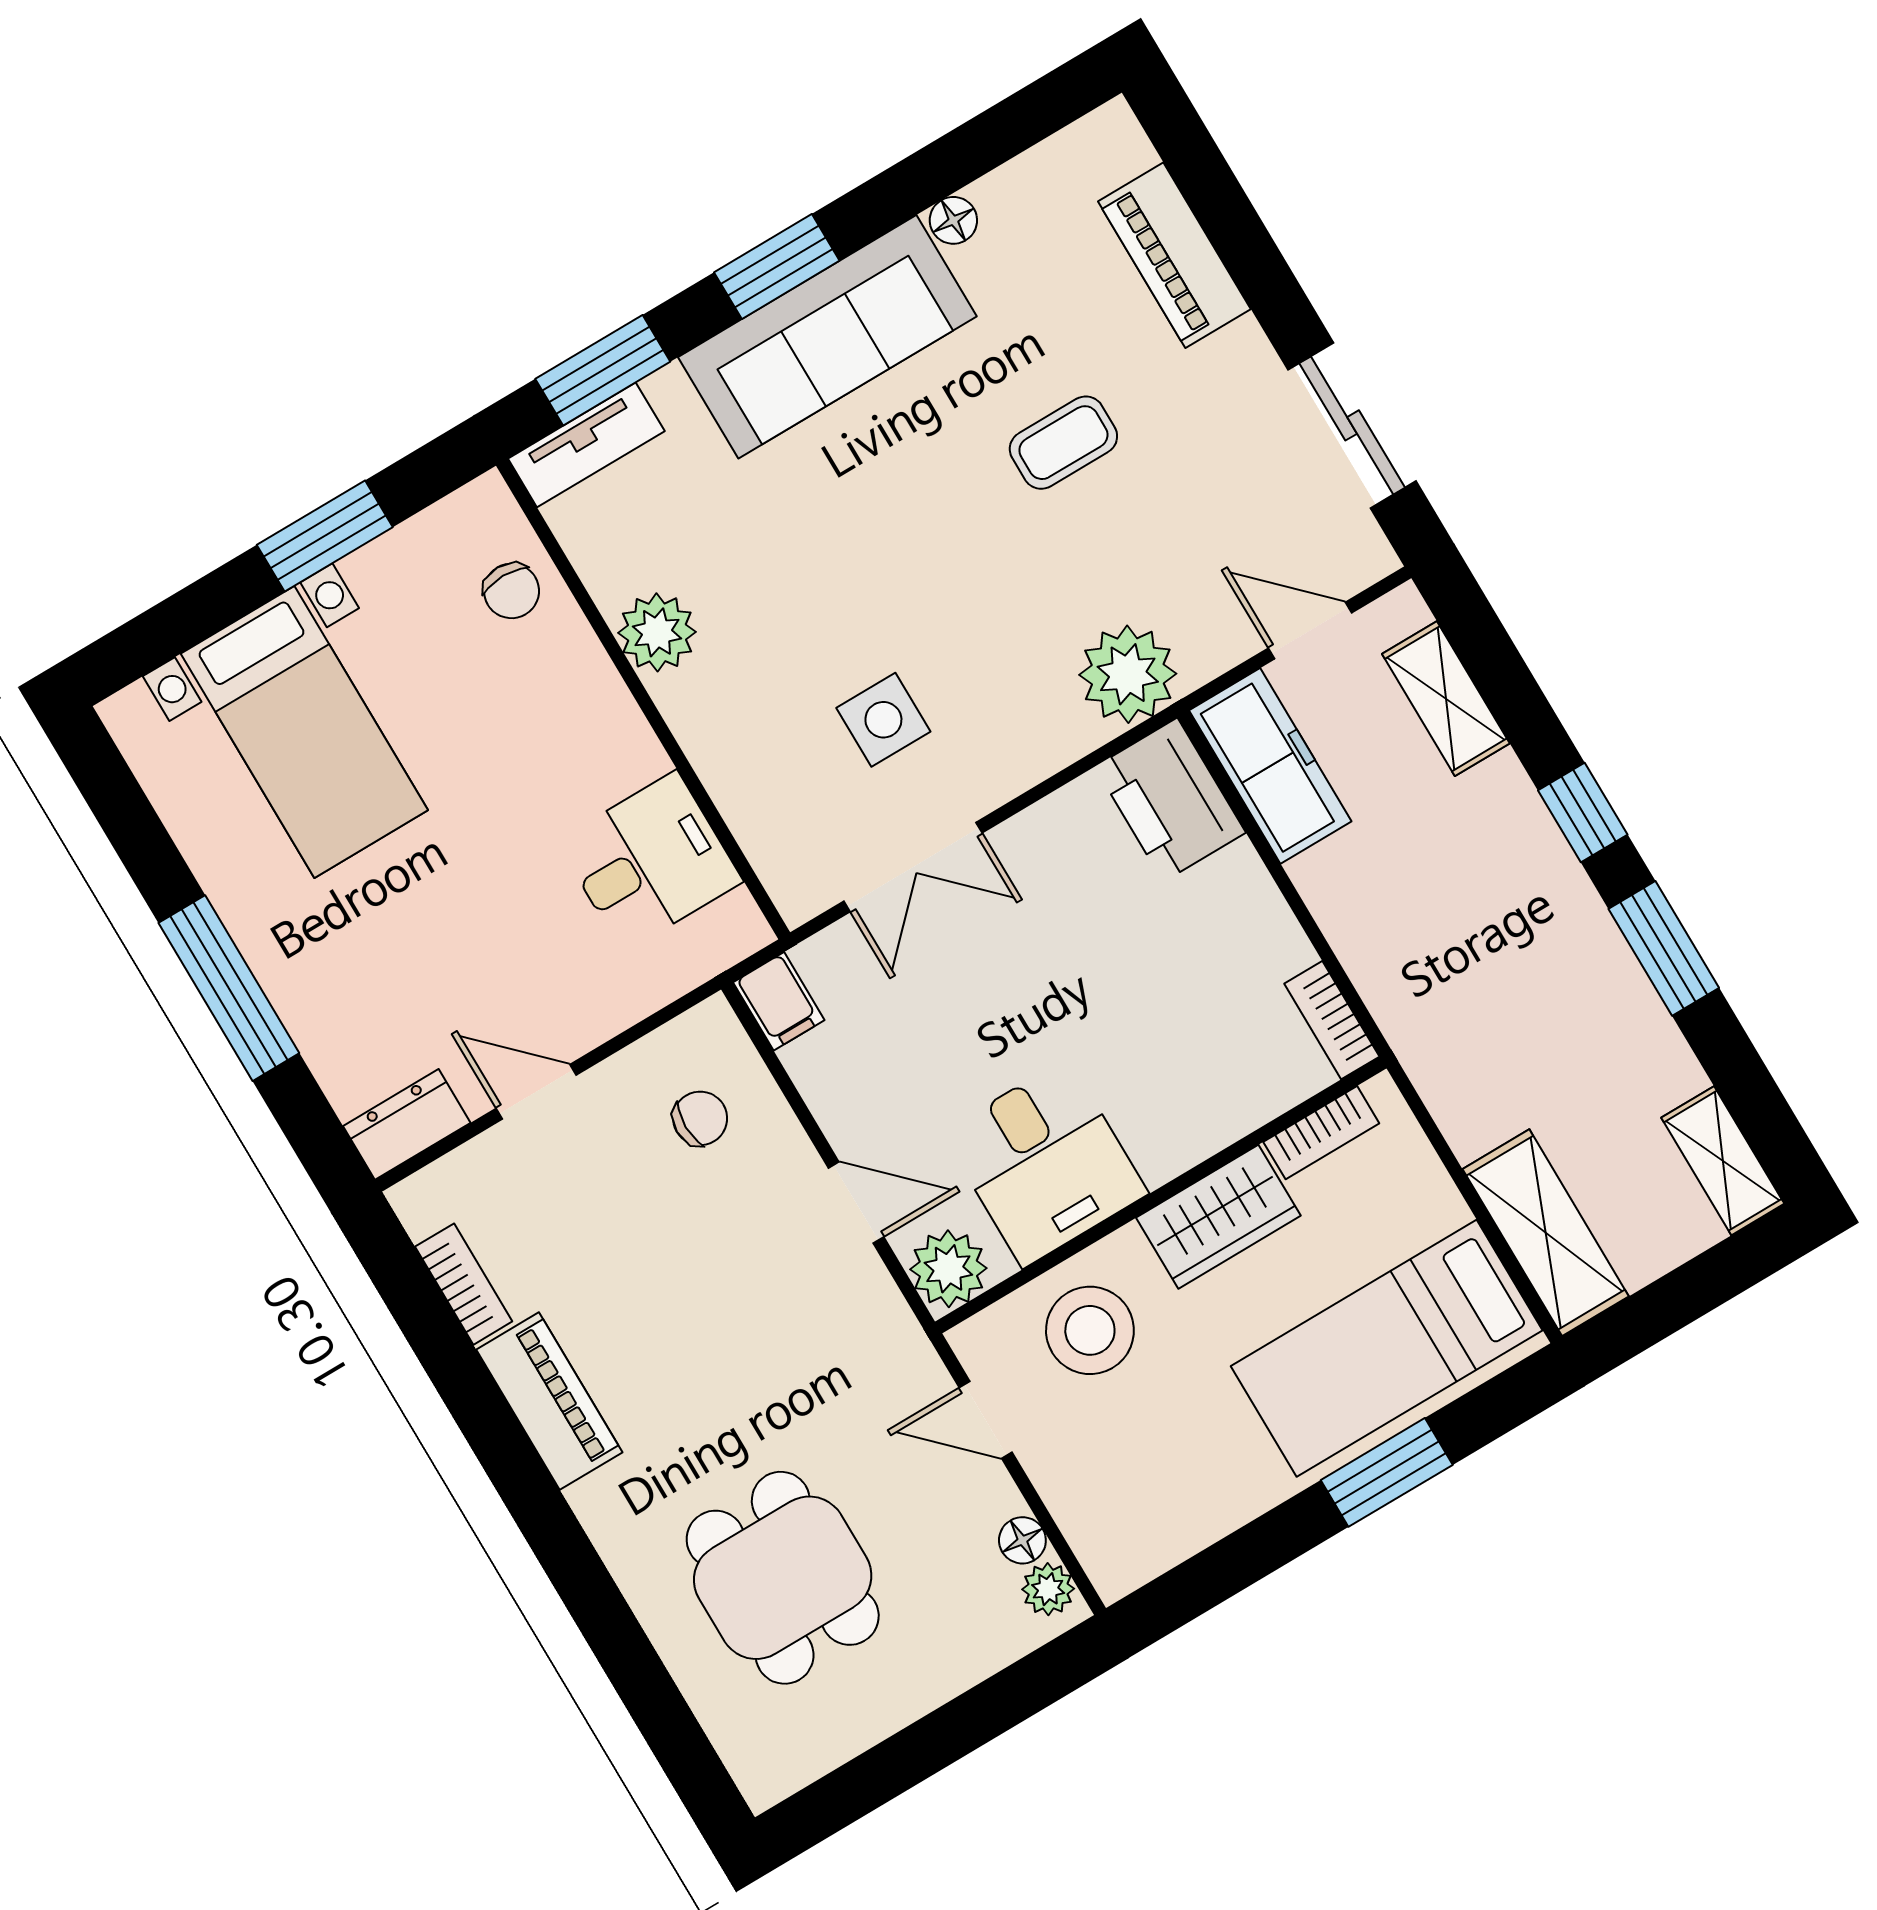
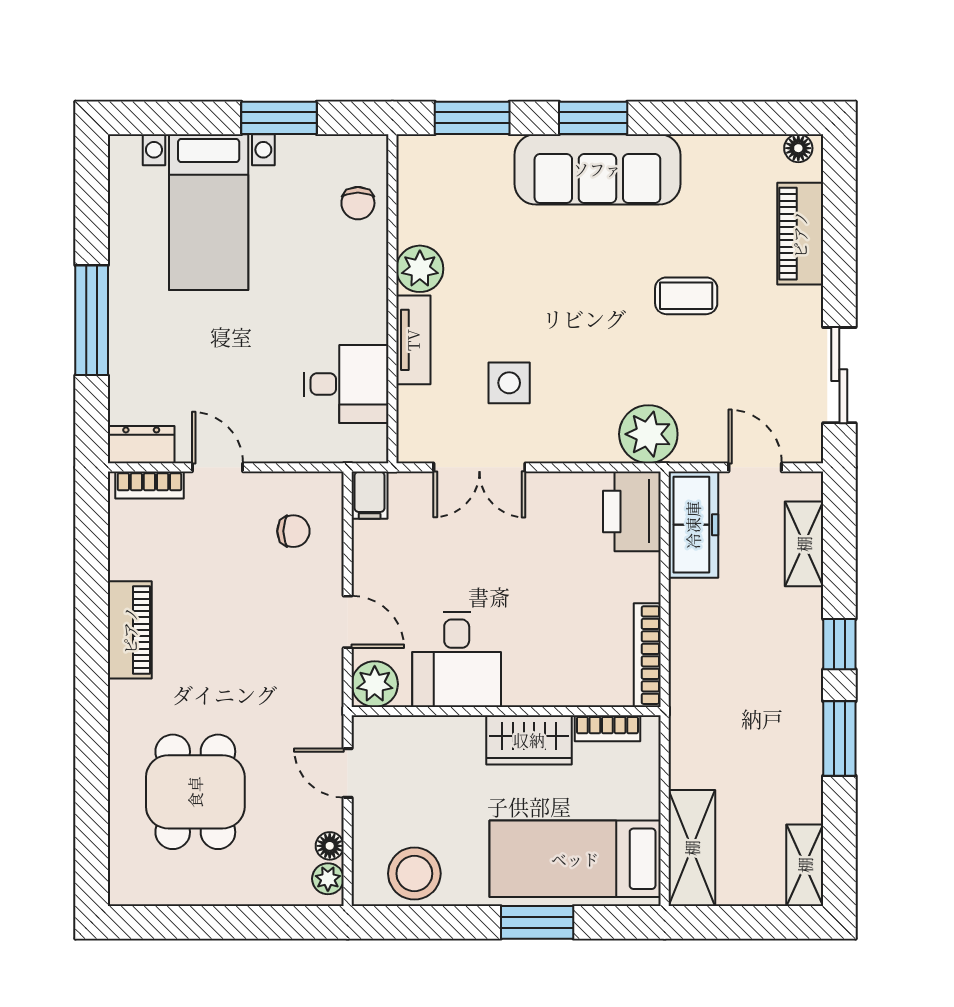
floor lamp: (953, 220) -> (798, 148), moved
tv unit: (586, 445) -> (413, 340), moved, turned -90
bookcase: (1332, 1020) -> (647, 655), width x1.56
bookcase: (464, 1284) -> (149, 485), moved, turned 90
stool: (1090, 1330) -> (414, 874), moved

